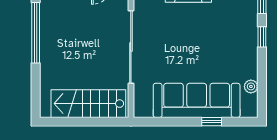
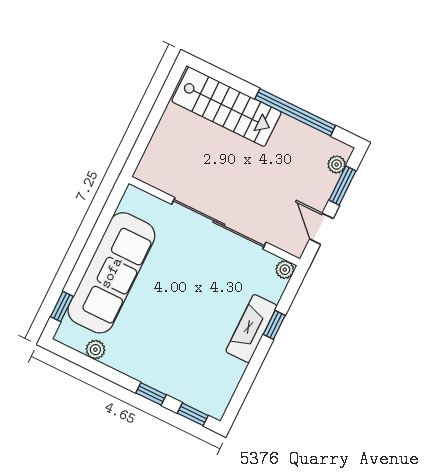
stairs: (88, 104) -> (226, 107), moved, turned 90
window: (212, 122) -> (62, 307), moved

